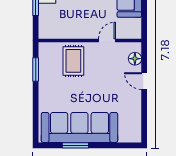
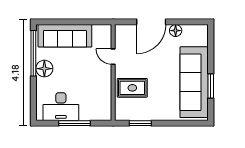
floor lamp: (135, 59) -> (176, 31), moved
door: (144, 81) -> (151, 22), width x1.88

